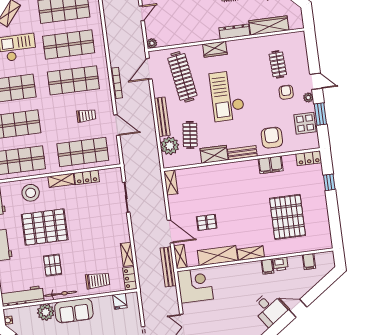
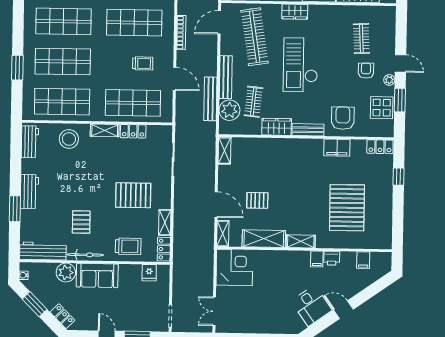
pallet: (45, 227) -> (133, 195), moved, width x0.73, depth x0.71
bench: (168, 267) -> (210, 99), moved

